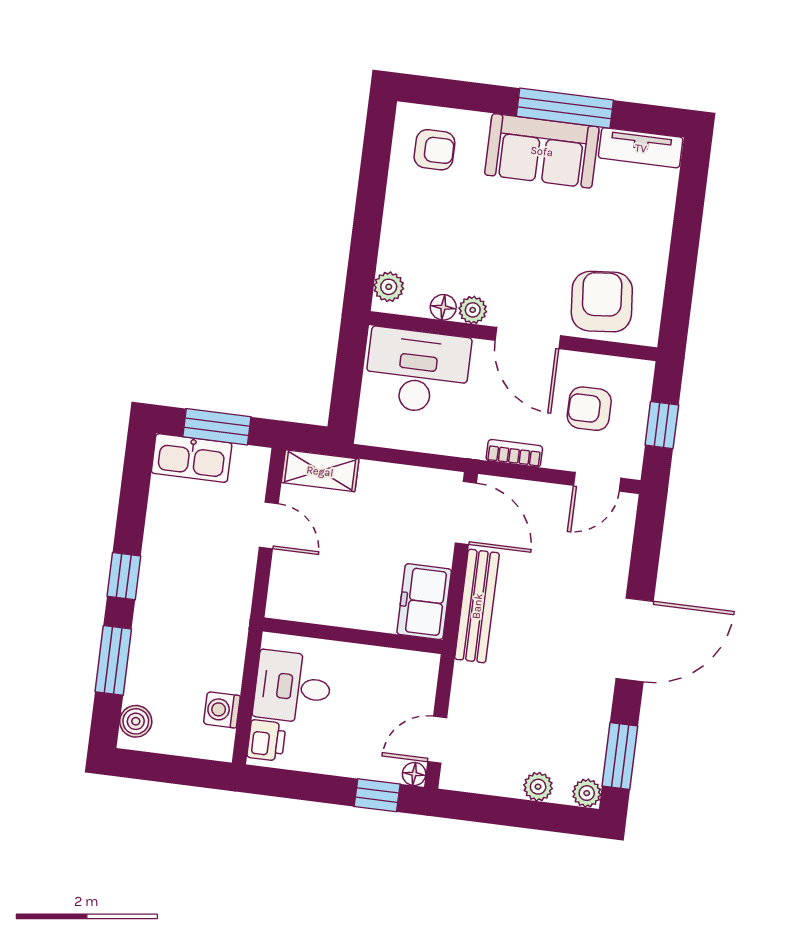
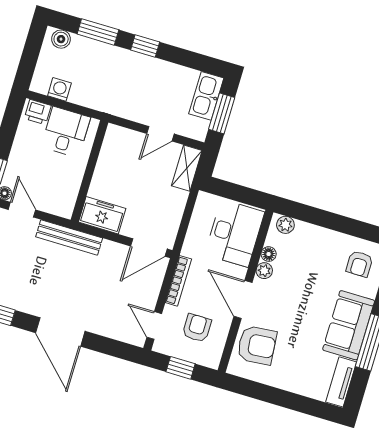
door: (528, 338) -> (243, 299), hinge flipped
bookcase: (514, 453) -> (178, 281), width x1.56
bench: (477, 606) -> (69, 237), moved

